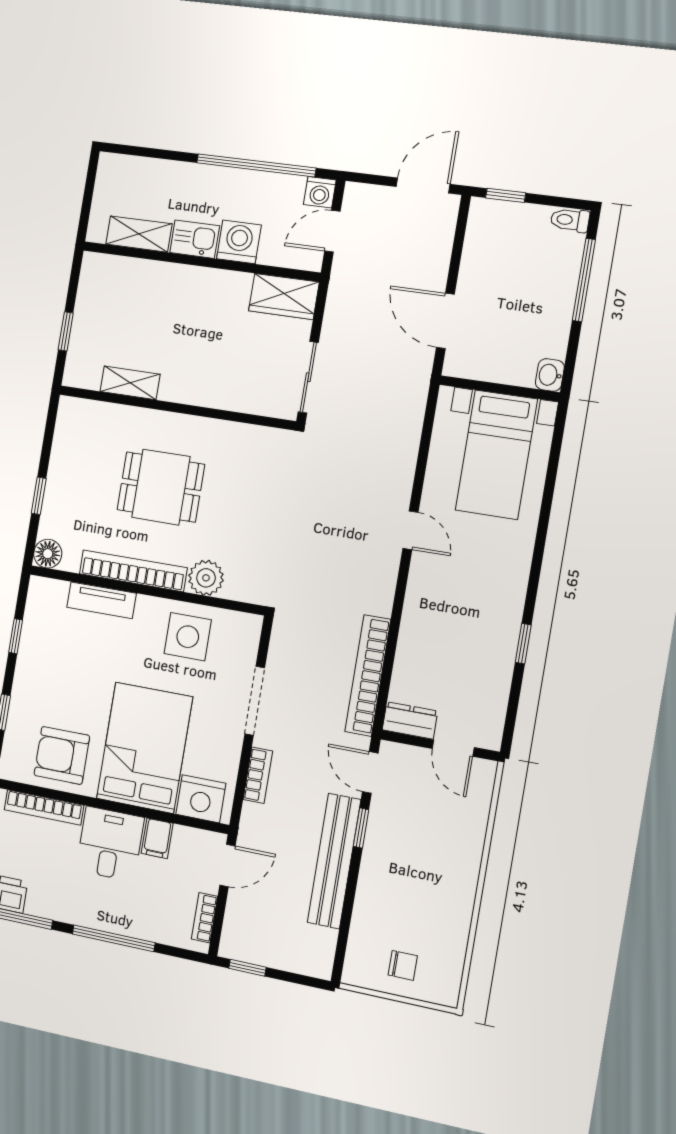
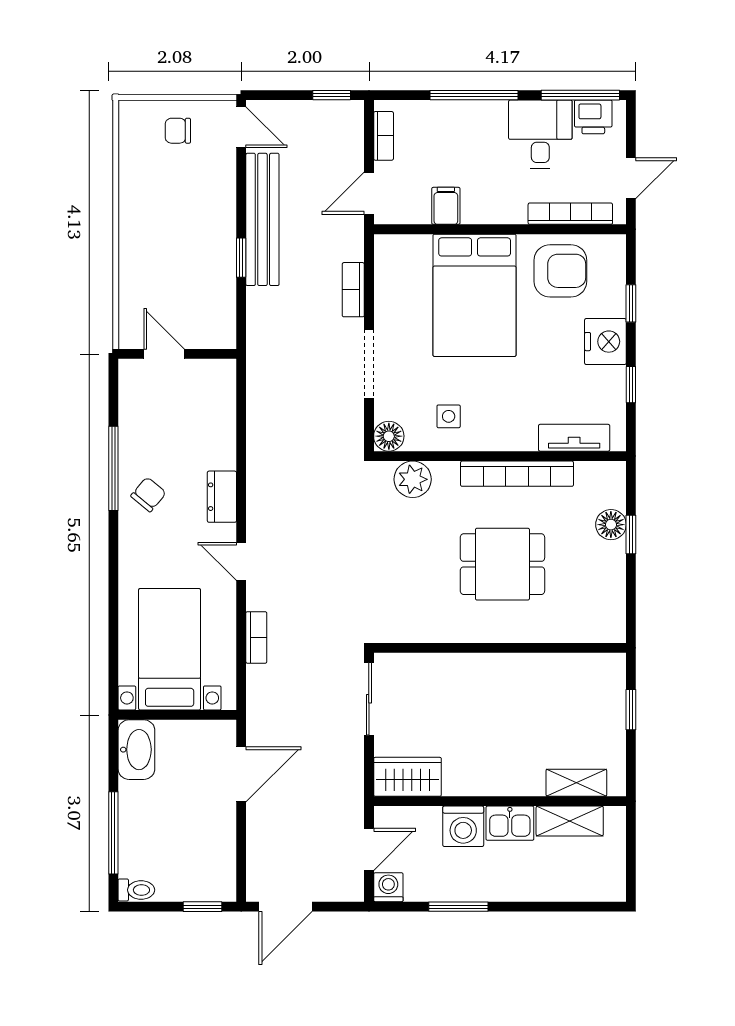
window: (256, 165) -> (458, 907), width x0.47
door: (445, 321) -> (241, 774), hinge flipped
washbasin: (550, 375) -> (136, 750), width x1.91, depth x1.45
shelving: (130, 383) -> (576, 783), moved
floor lamp: (48, 554) -> (611, 525), moved
plant: (206, 578) -> (413, 479), moved
tv unit: (102, 600) -> (574, 438), moved
chair: (492, 612) -> (148, 494), added
floor lamp: (247, 628) -> (389, 436), added
side table: (188, 637) -> (449, 416), width x0.54, depth x0.54
window: (523, 644) -> (113, 468), width x2.17
bookcase: (368, 676) -> (256, 637), moved, width x0.43, depth x0.76
dresser: (410, 720) -> (222, 497), moved, turned 90
door: (370, 772) -> (241, 127), moved
nightstand: (201, 799) -> (605, 342), moved, turned 90
desk: (110, 844) -> (540, 134), moved, turned 180

